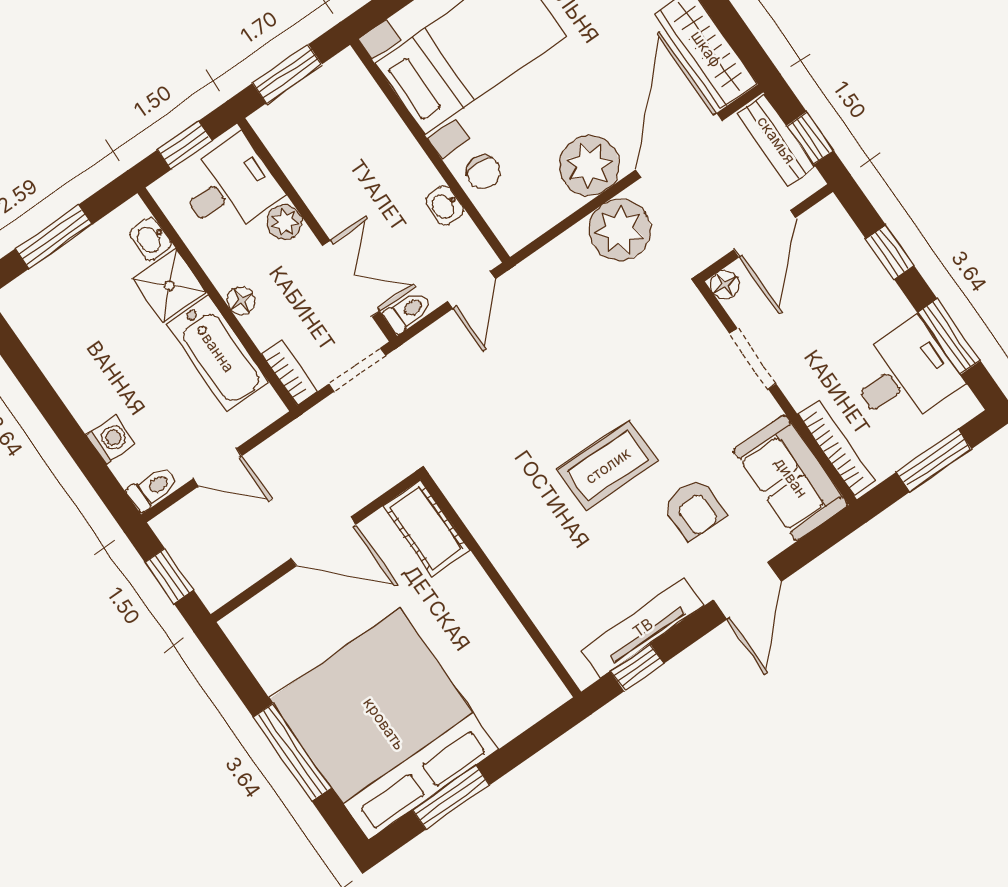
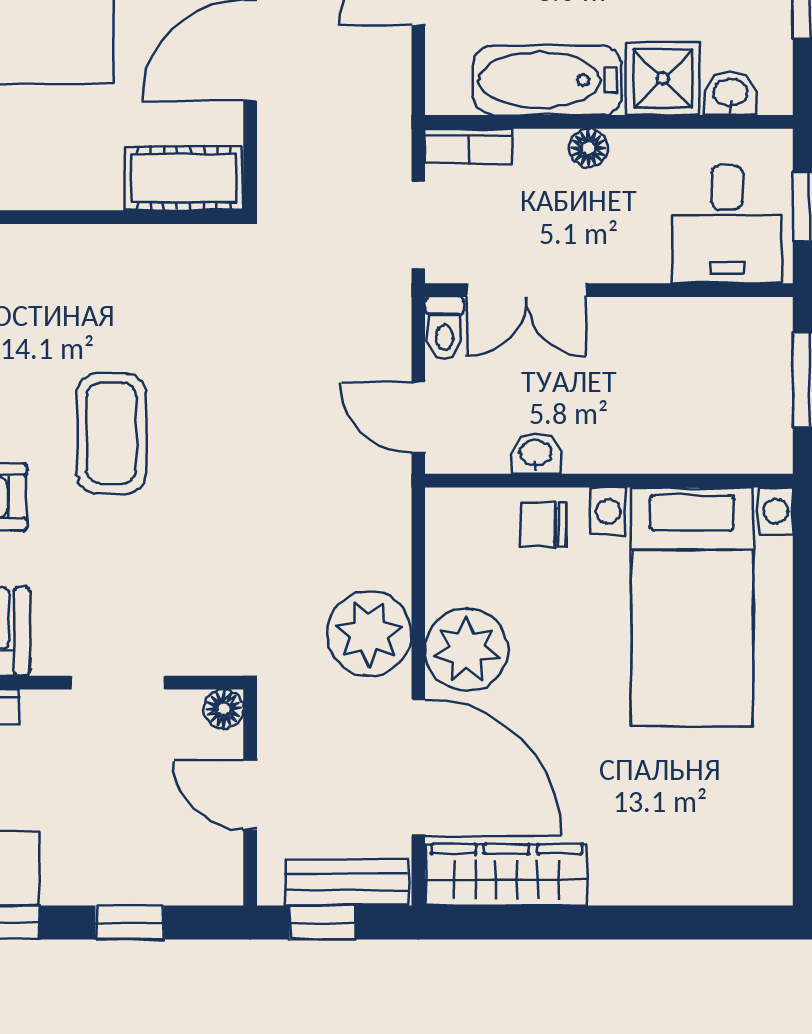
plant: (285, 222) -> (643, 259), removed
door: (765, 234) -> (250, 795), width x0.73

